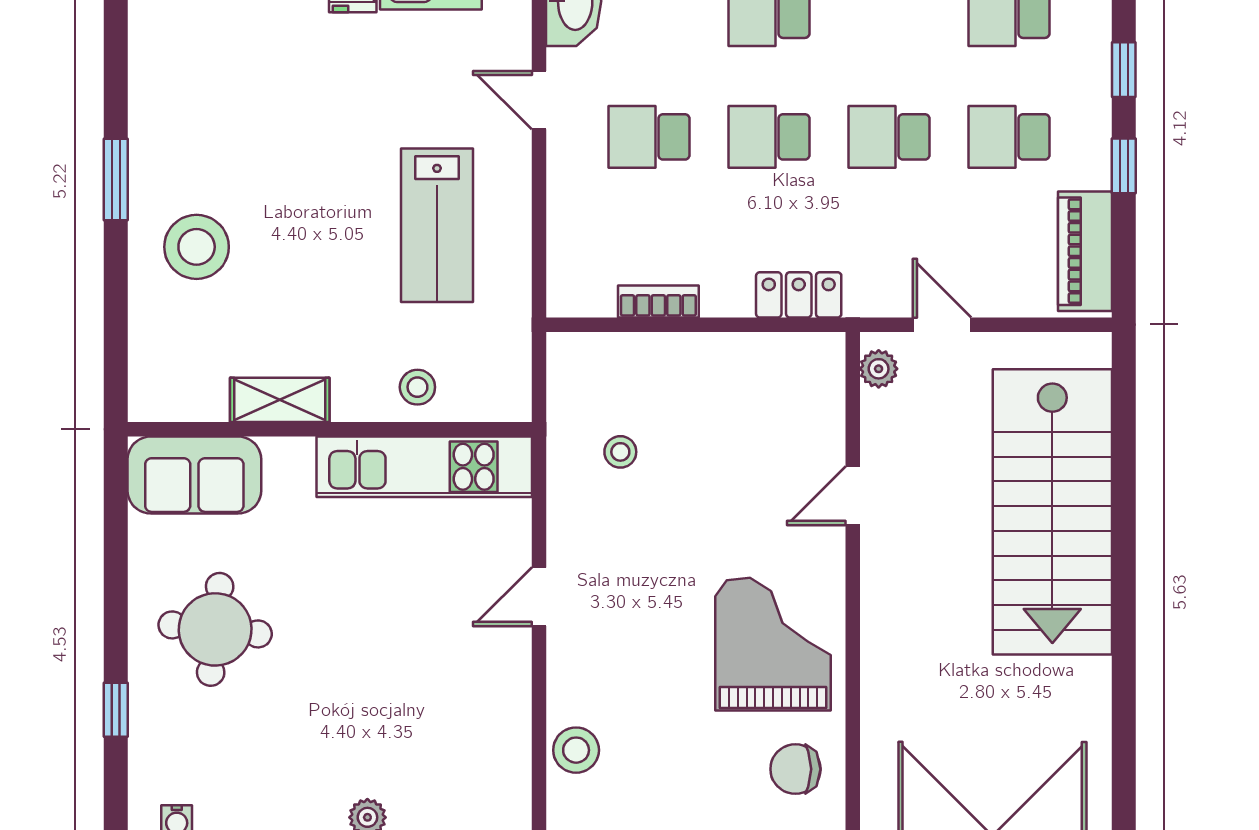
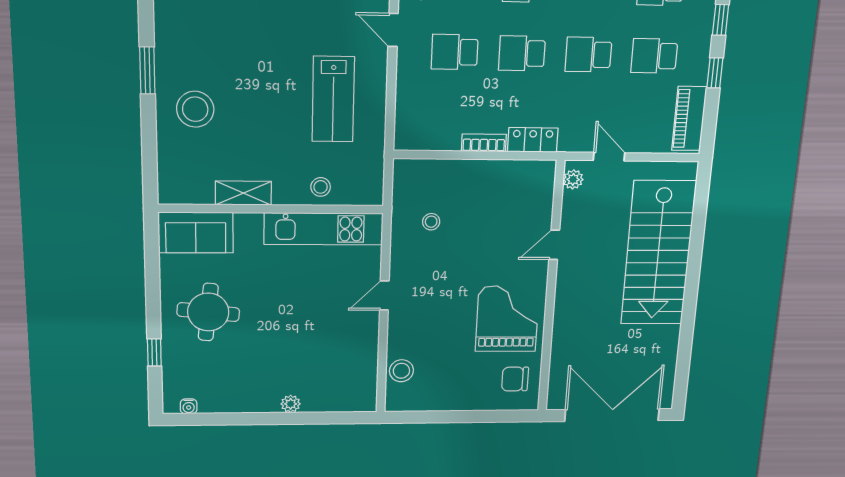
bookcase: (658, 301) -> (484, 143), moved

